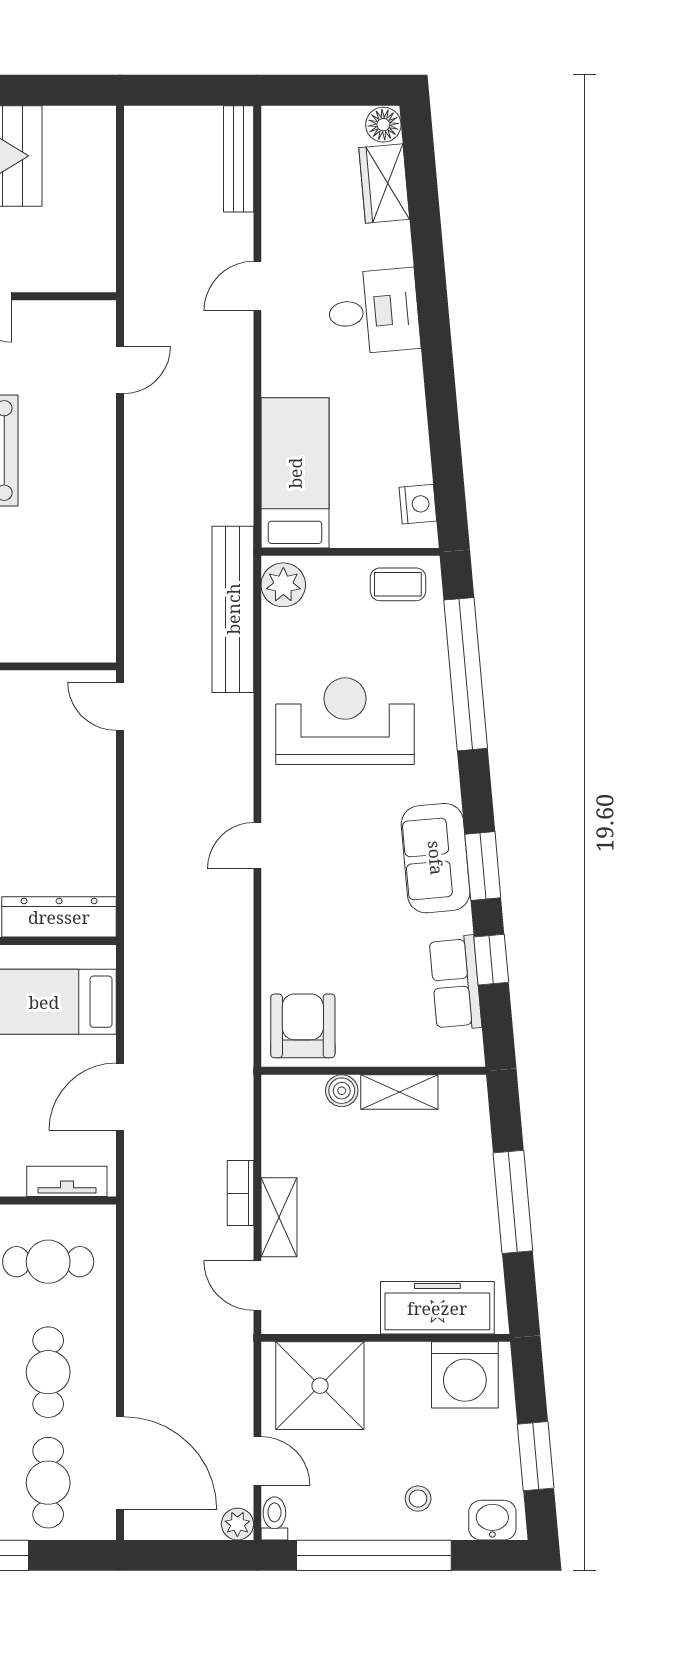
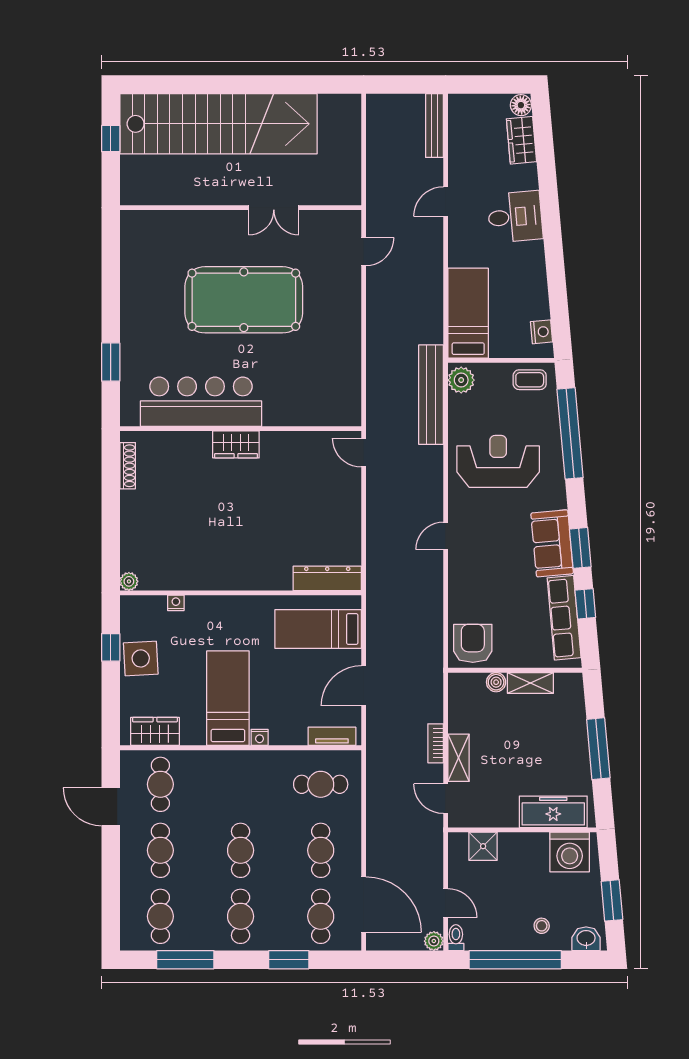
row of seats: (456, 983) -> (564, 618), width x1.48
shower: (320, 1386) -> (483, 846), width x0.54, depth x0.54

